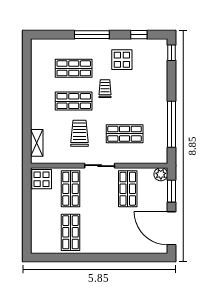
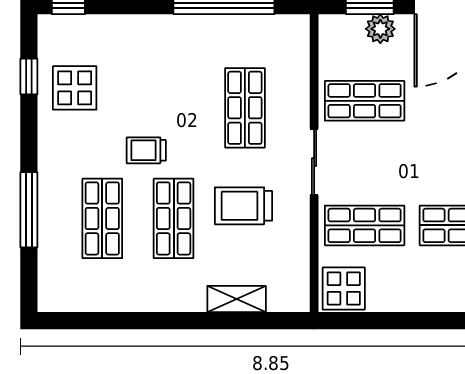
window: (92, 35) -> (29, 210), moved
display table: (122, 60) -> (75, 88), moved
shelving: (37, 143) -> (237, 299), moved
plant: (161, 174) -> (380, 29), moved

